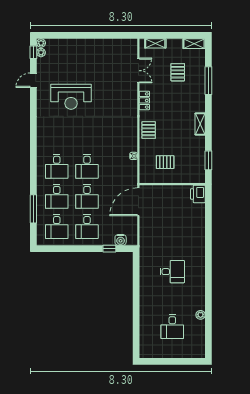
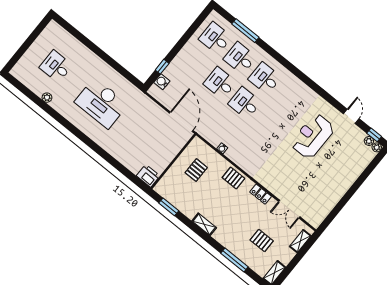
desk: (87, 227) -> (195, 63), removed
desk: (172, 272) -> (101, 103), width x1.87, depth x1.30

